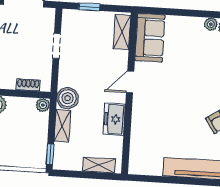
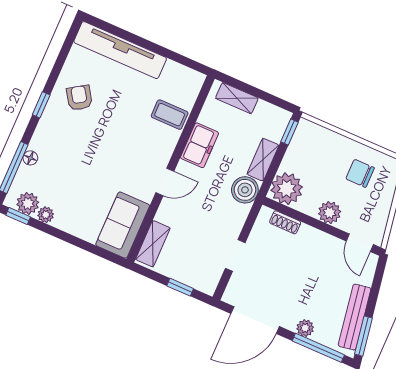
plant: (43, 105) -> (287, 189), width x1.88, depth x1.88
coffee table: (145, 134) -> (170, 115), added

